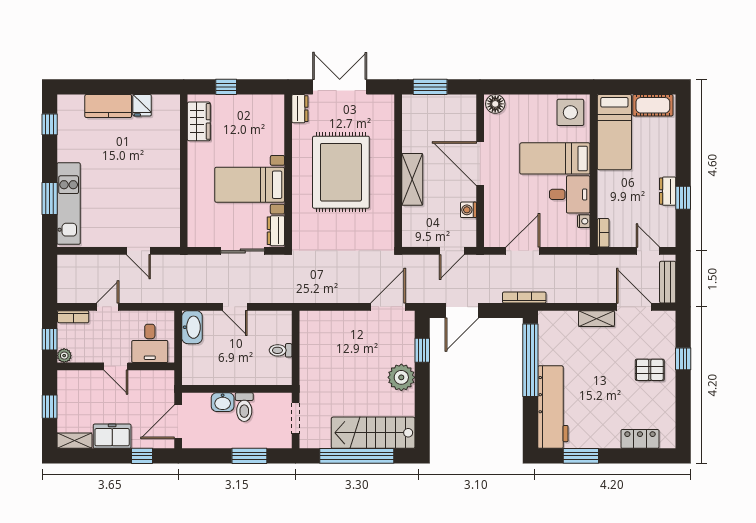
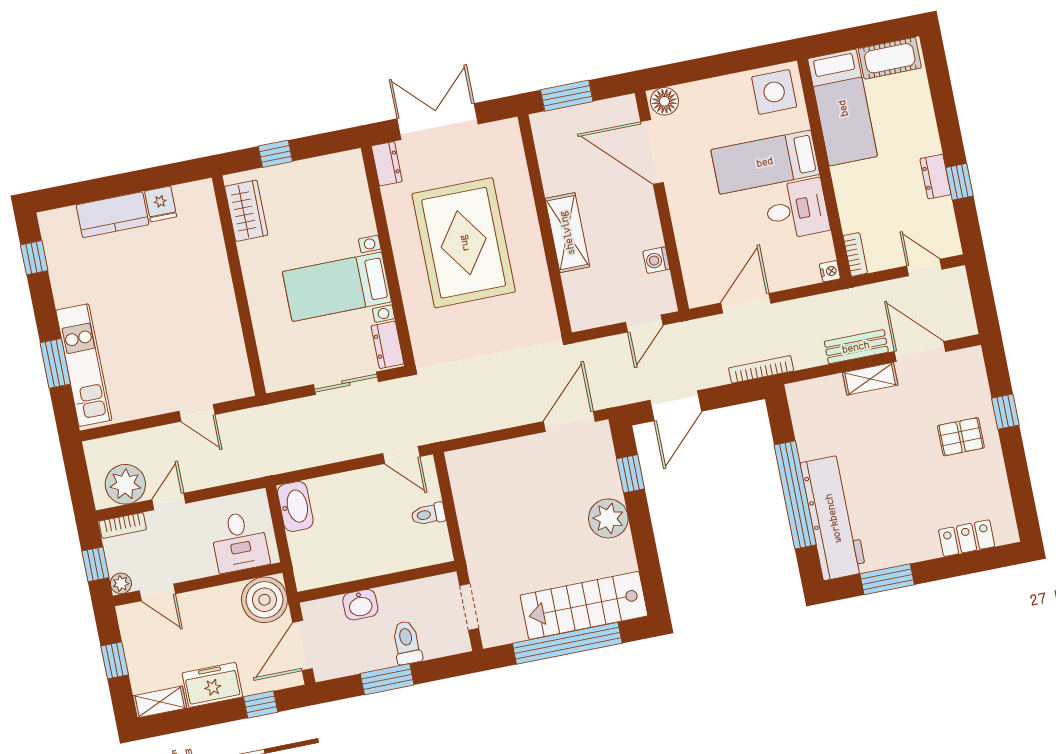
door: (480, 164) -> (652, 152), moved
nightstand: (584, 221) -> (830, 271), moved
bench: (668, 282) -> (856, 347), moved, turned 90
plant: (81, 289) -> (125, 484), added
door: (235, 307) -> (401, 455), moved
window: (530, 360) -> (795, 495), moved
door: (116, 366) -> (157, 592), moved
boiler: (159, 386) -> (264, 600), added
toilet: (244, 407) -> (407, 643), moved, turned 180
window: (249, 456) -> (387, 679), moved

